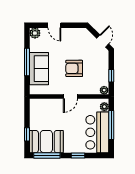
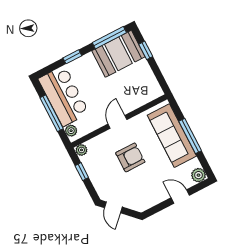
sofa: (39, 69) -> (172, 136), width x1.36

